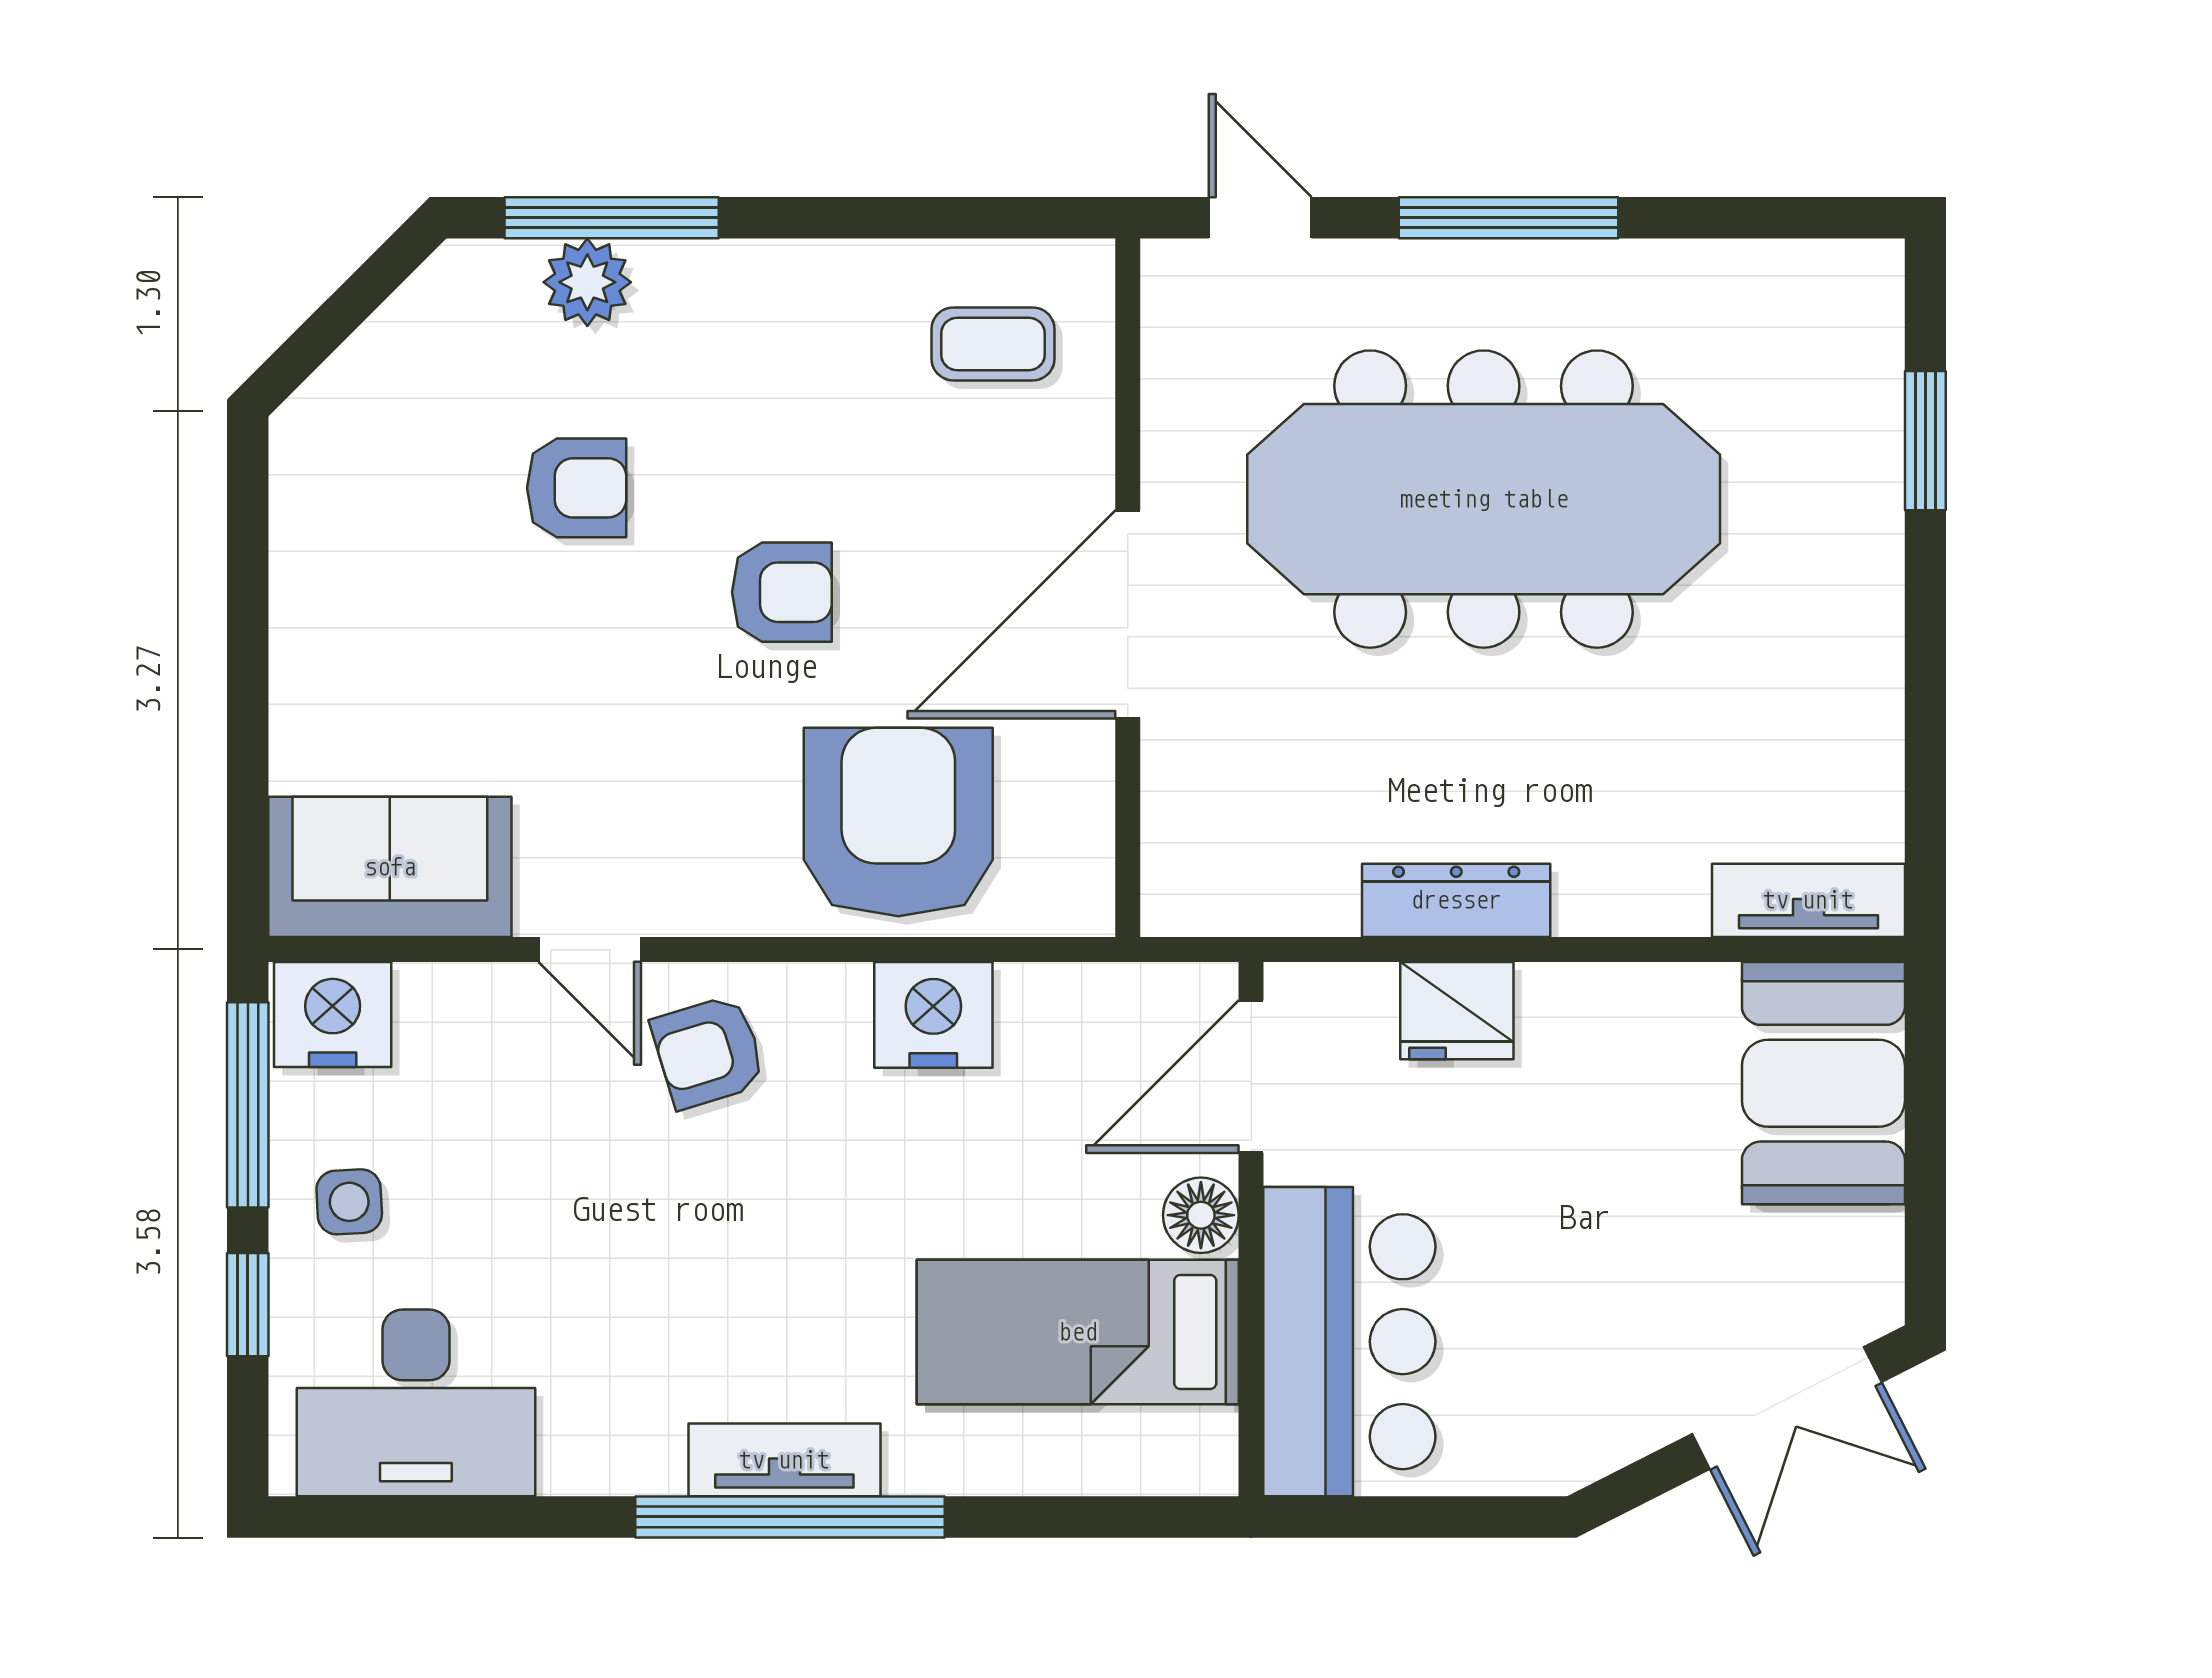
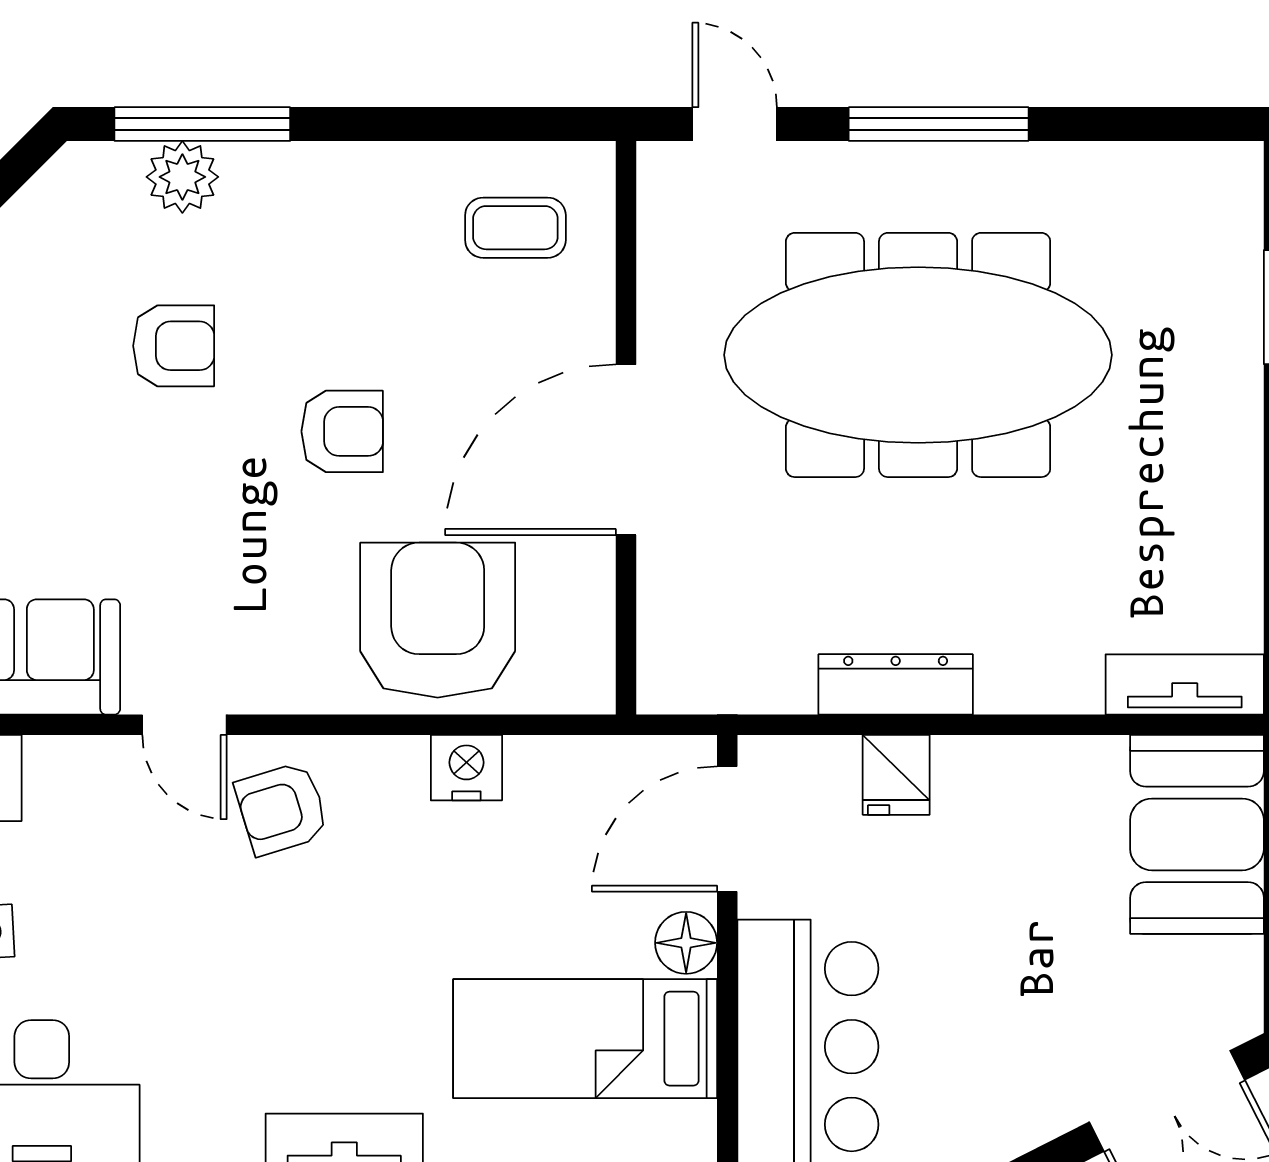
fridge: (1457, 1011) -> (896, 775), width x0.72
nightstand: (933, 1015) -> (466, 768), width x0.74, depth x0.75

